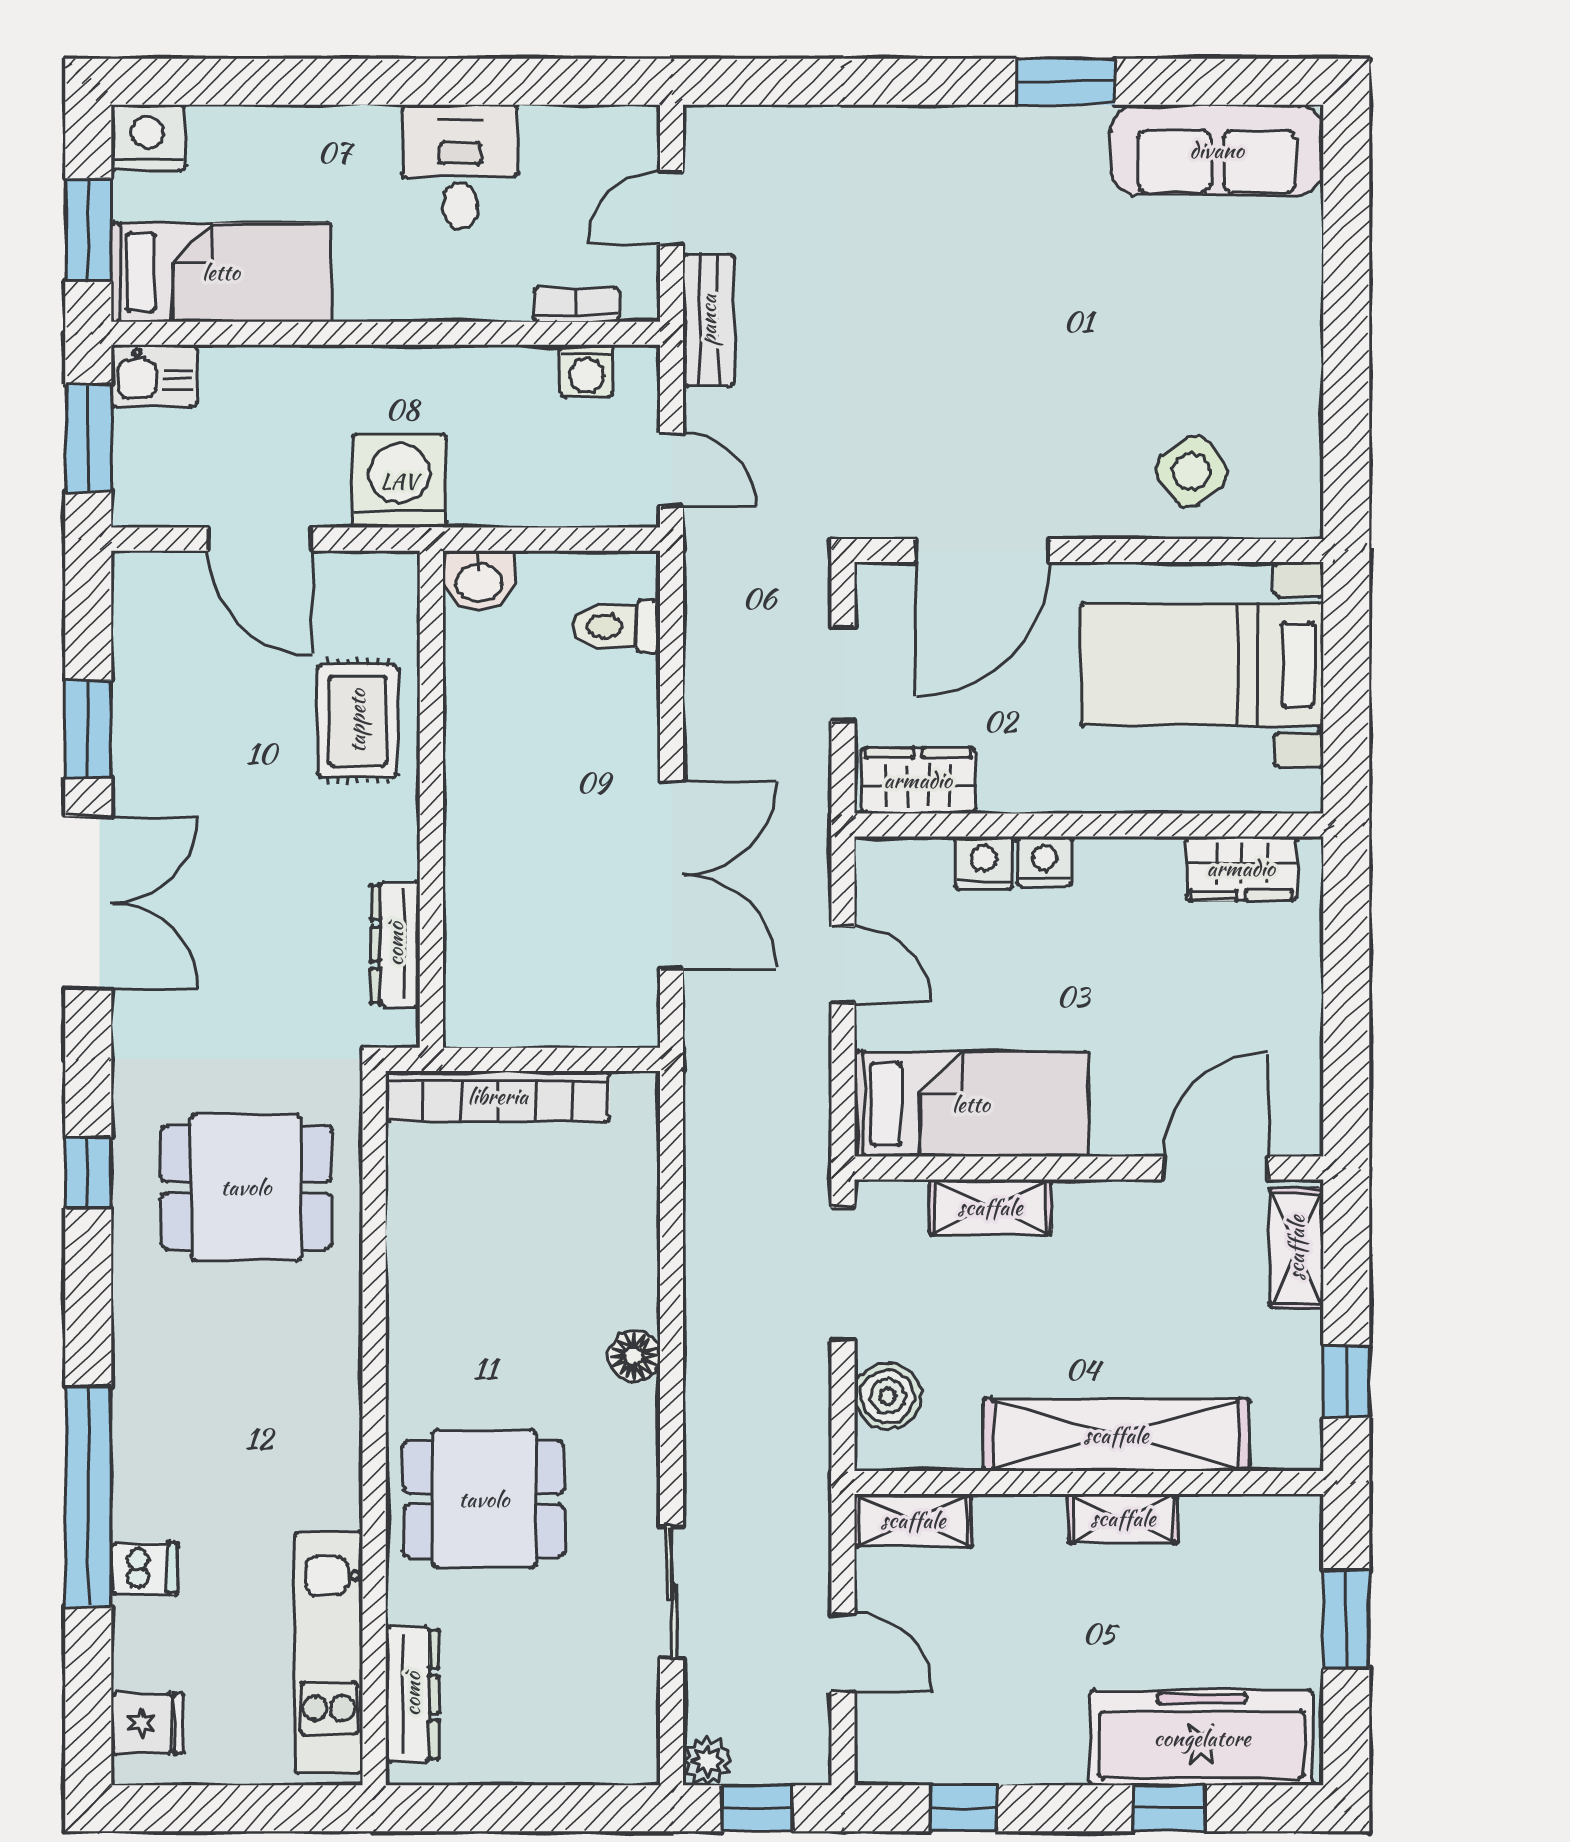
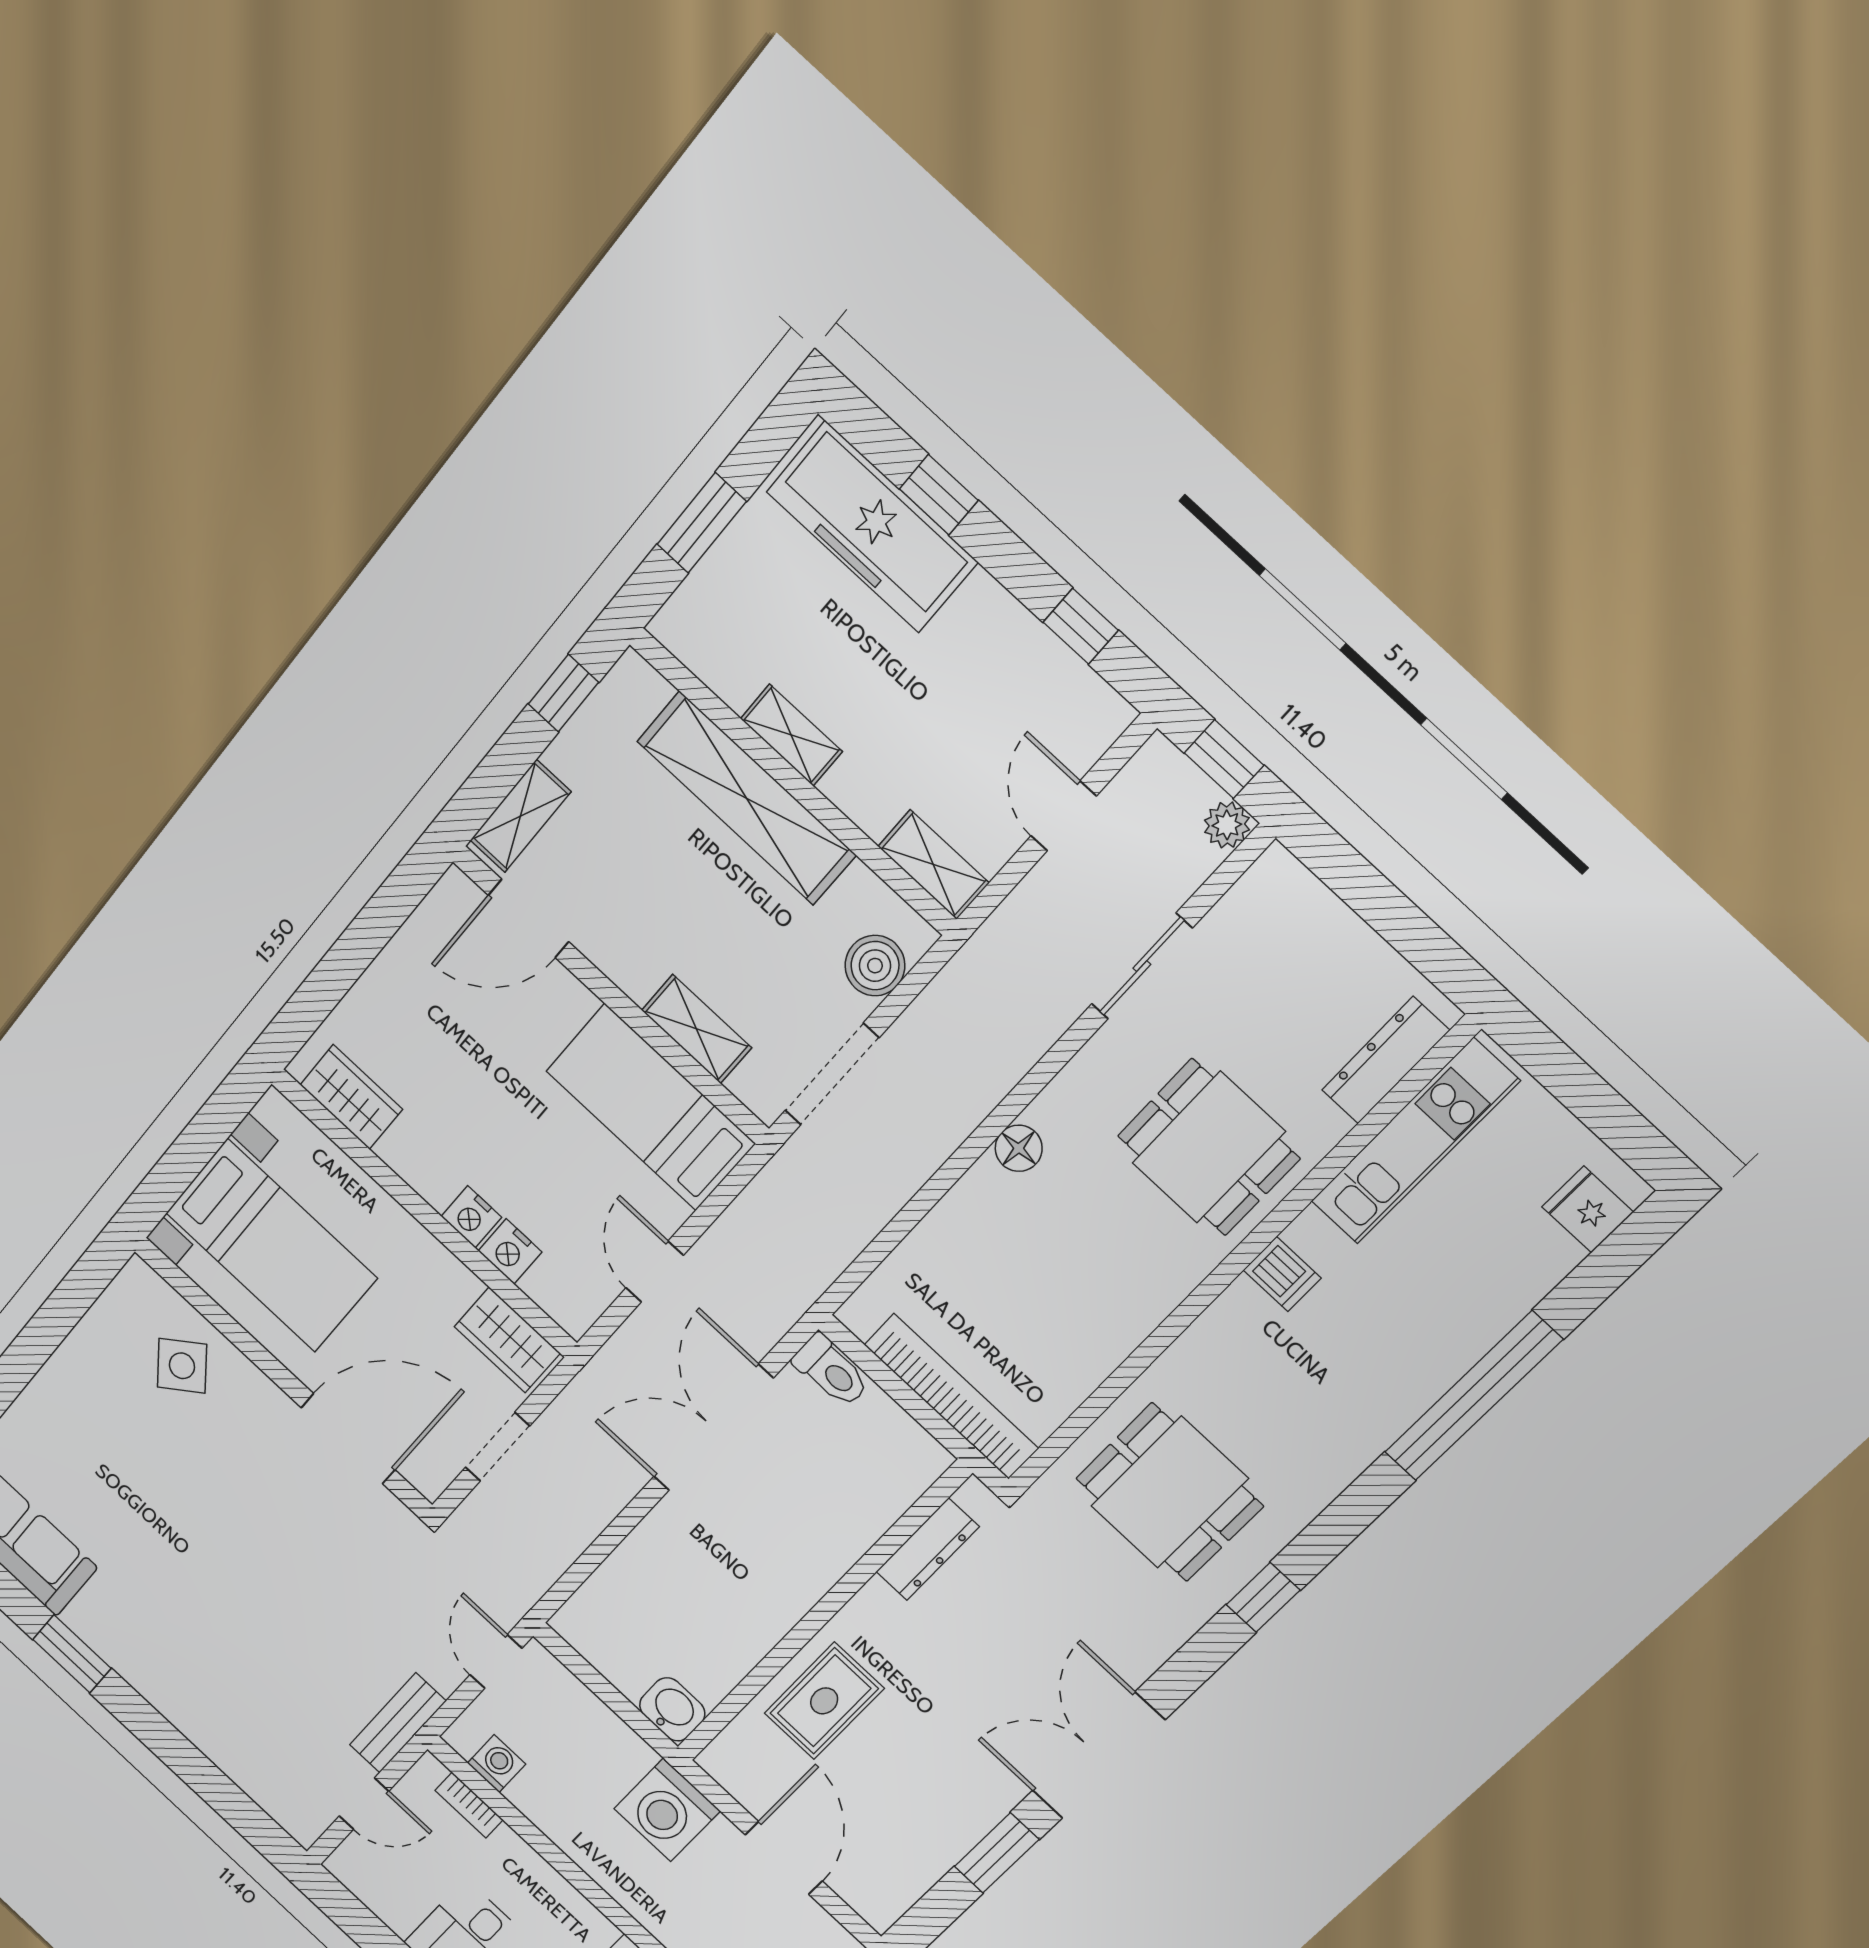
toilet: (617, 626) -> (831, 1371), moved
dishwasher: (145, 1568) -> (1282, 1274), moved, turned 180

